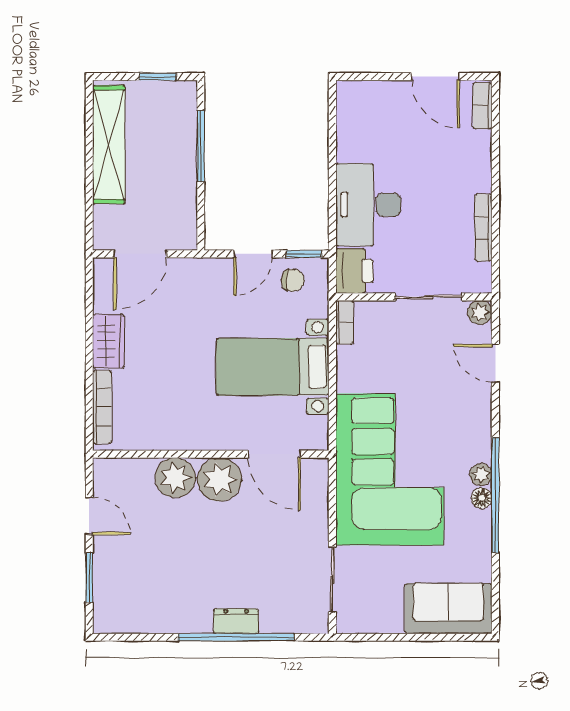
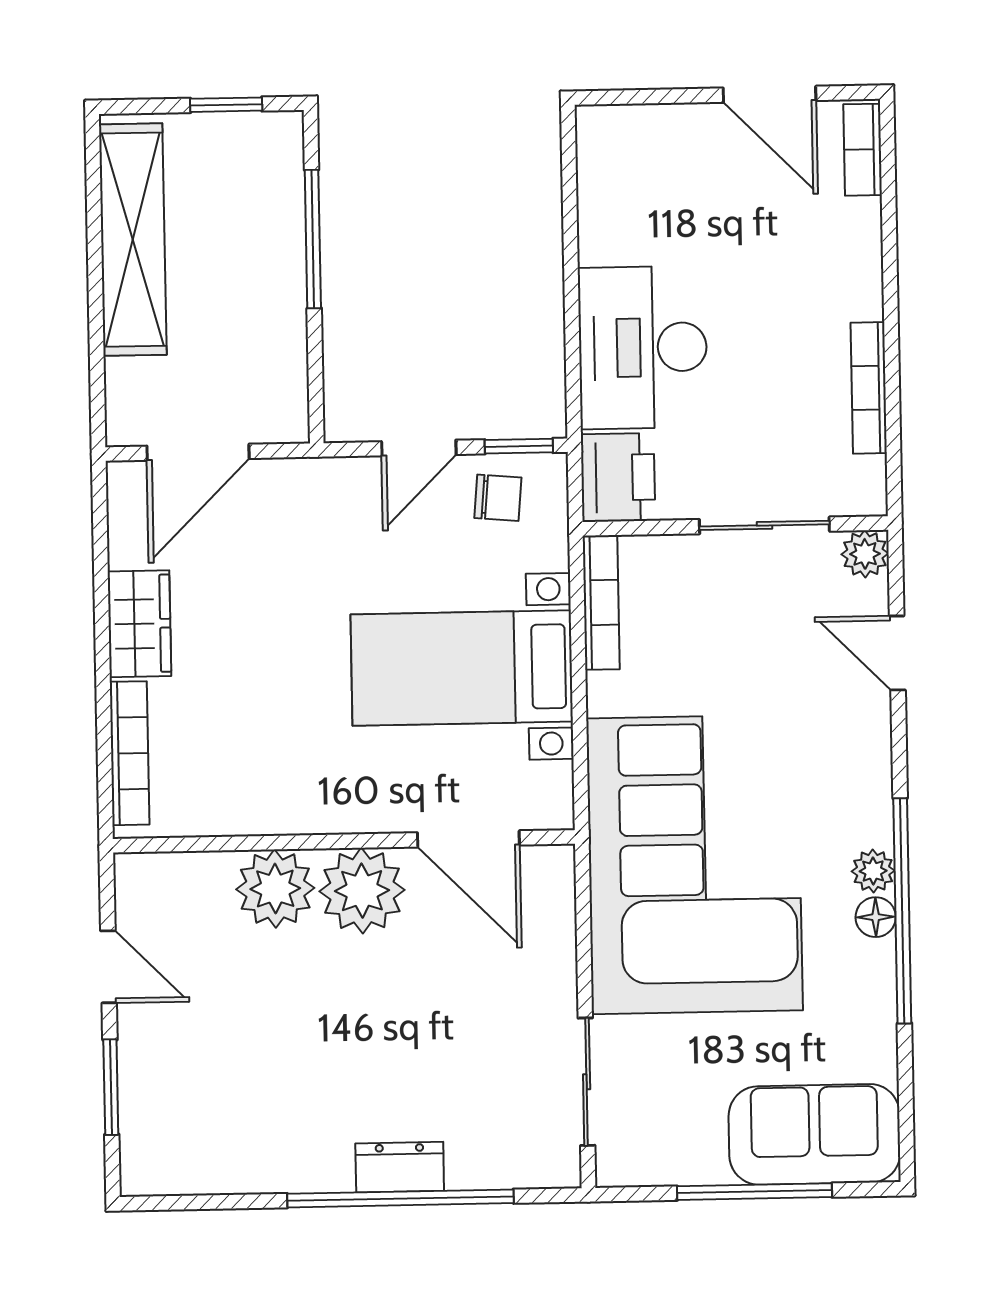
bookcase: (345, 322) -> (601, 602), width x1.56
window: (417, 637) -> (754, 1192), added

